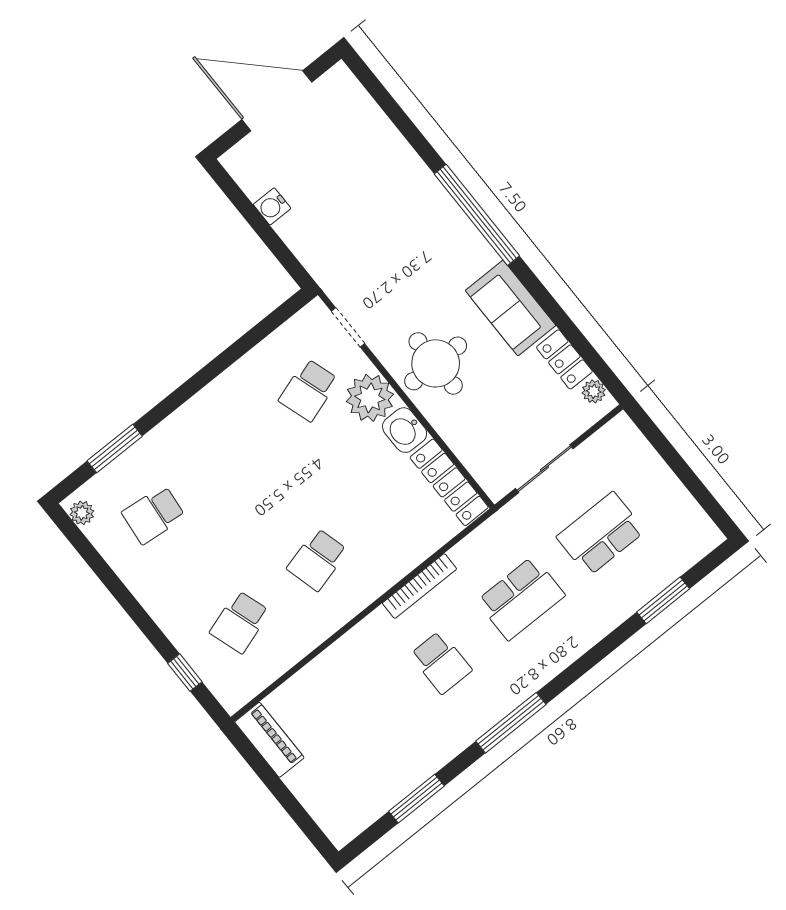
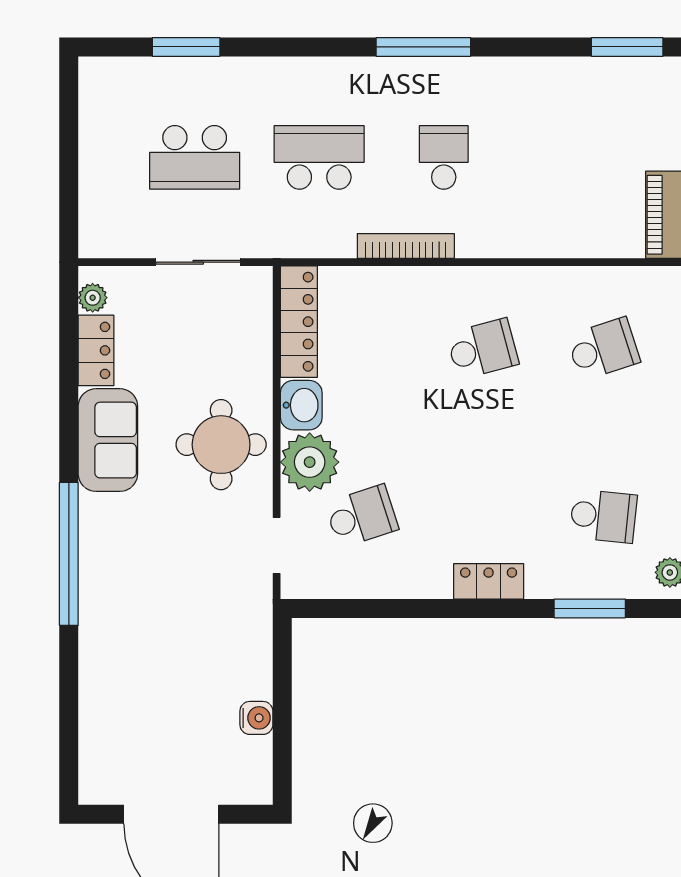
locker: (194, 414) -> (489, 581), added
window: (416, 799) -> (627, 47), moved

